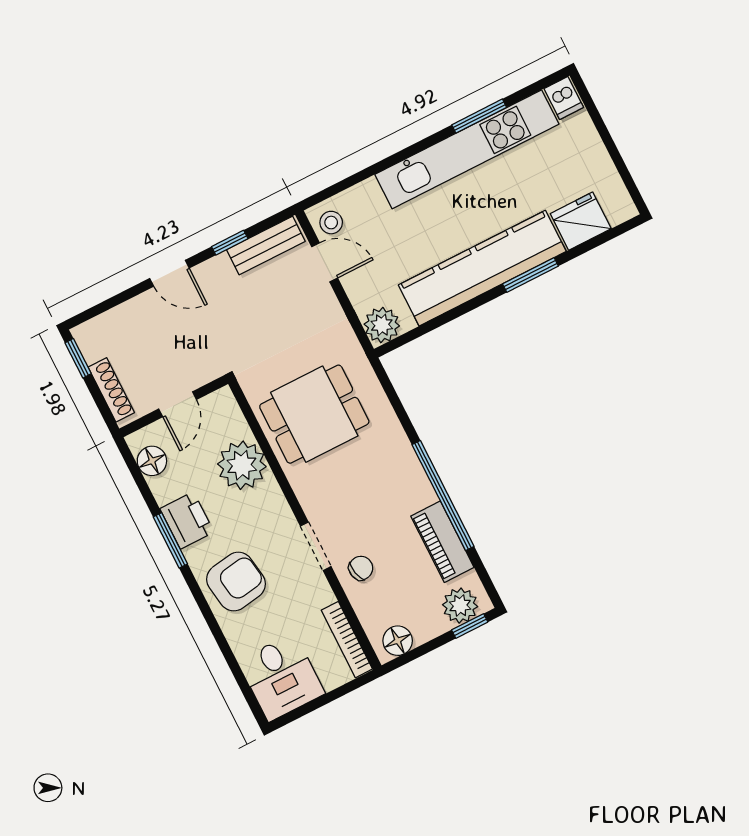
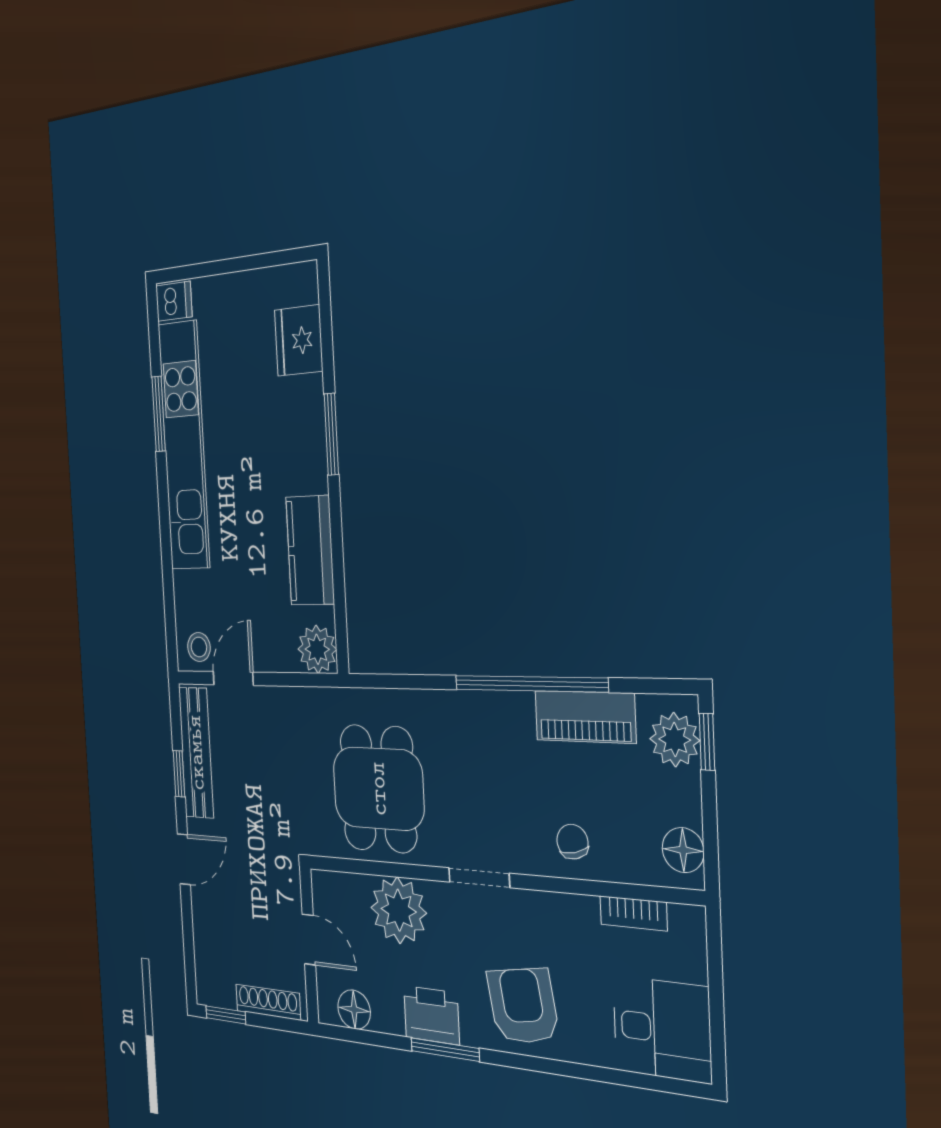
bench: (266, 246) -> (196, 753), width x1.36
kitchen counter: (482, 268) -> (310, 550), width x0.48, depth x0.86
doorway: (316, 546) -> (479, 878), moved
bookcase: (347, 640) -> (633, 913), width x0.64

